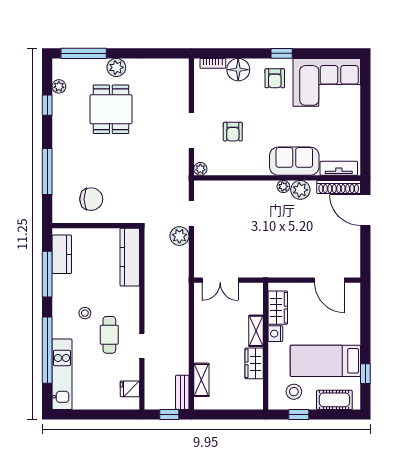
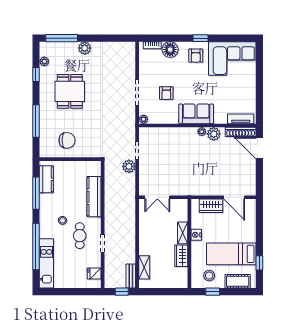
dining table: (111, 109) -> (70, 91), moved
sofa: (294, 161) -> (196, 114), moved
kitchen counter: (130, 257) -> (94, 197), moved
wardrobe: (278, 308) -> (211, 206), moved, turned 90

